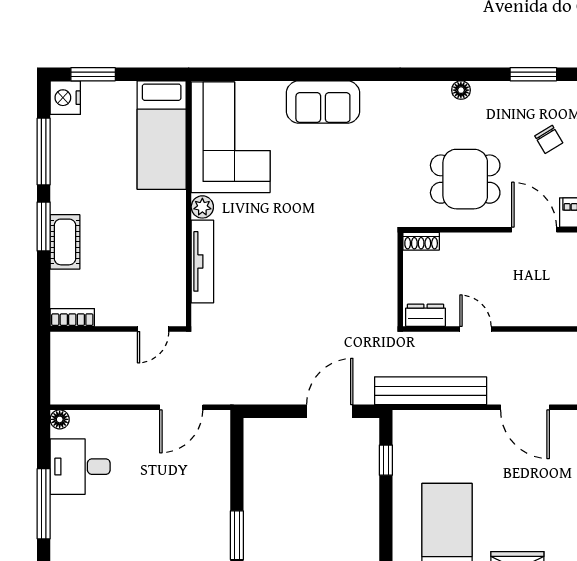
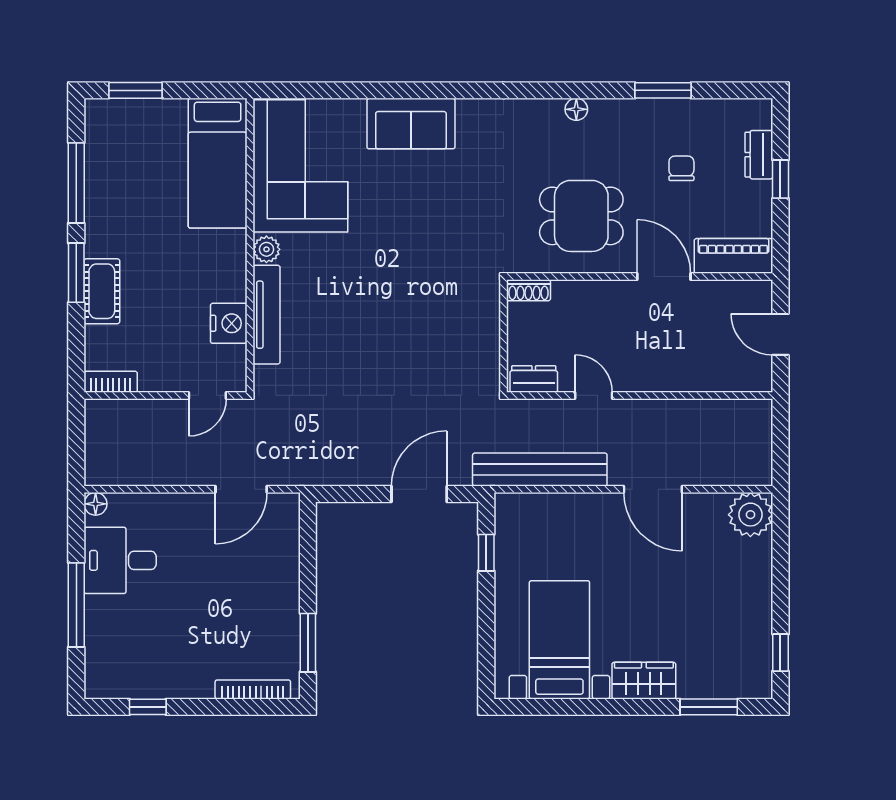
nightstand: (65, 98) -> (229, 323), moved, turned 180
chair: (549, 139) -> (681, 168), turned -149

